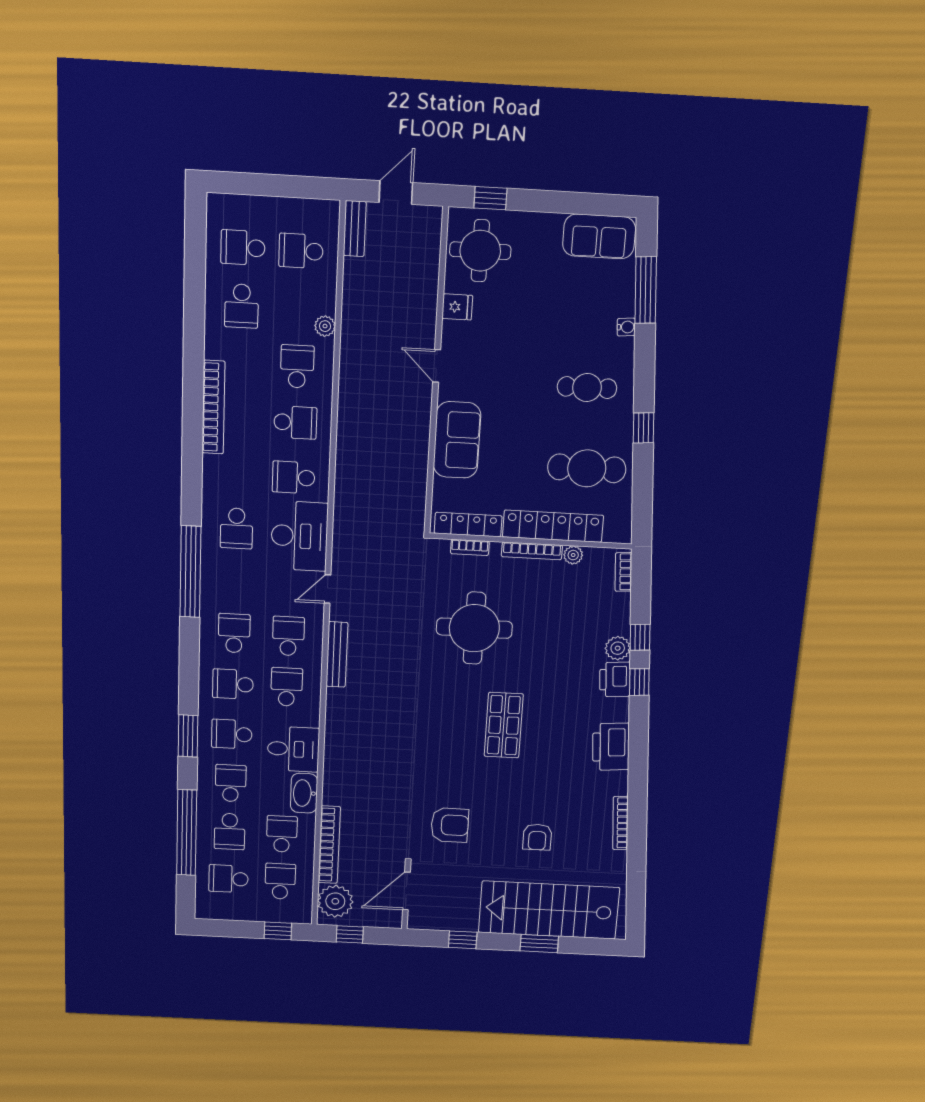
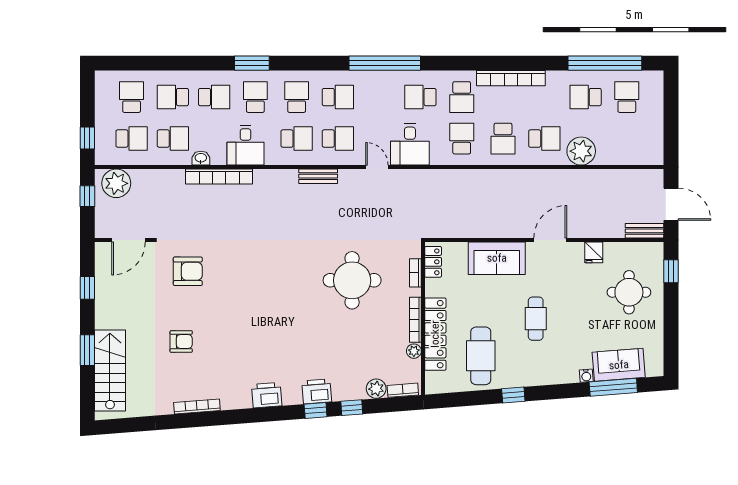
door: (396, 193) -> (671, 204), width x1.38
bench: (355, 229) -> (644, 231), moved
sofa: (599, 236) -> (619, 365), moved, turned 86
school desk: (301, 251) -> (462, 97), moved, turned 180
round table: (480, 251) -> (629, 292), moved
plant: (325, 326) -> (581, 151), width x1.88, depth x1.88
door: (437, 366) -> (550, 240), width x1.38
cafe table: (587, 388) -> (536, 319), moved
locker: (468, 525) -> (433, 262), width x0.66
desk: (299, 536) -> (410, 144), width x0.73
plant: (618, 648) -> (376, 389), moved
bench: (337, 654) -> (318, 176), width x0.73
shop shelf: (504, 725) -> (274, 308), removed
printer: (611, 747) -> (267, 395), width x0.73, depth x0.84
washbasin: (304, 793) -> (201, 158), width x0.52, depth x0.69
armchair: (450, 825) -> (188, 271), turned -90
window: (187, 833) -> (605, 63), moved
armchair: (537, 837) -> (181, 341), turned 180
bookcase: (329, 845) -> (219, 176), moved
door: (406, 891) -> (128, 240), swing flipped
stairs: (549, 910) -> (110, 370), width x0.73, depth x0.66

